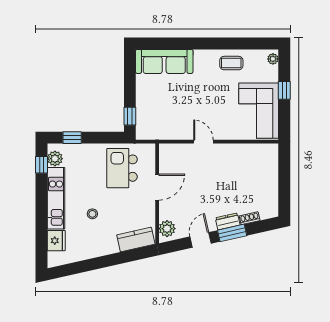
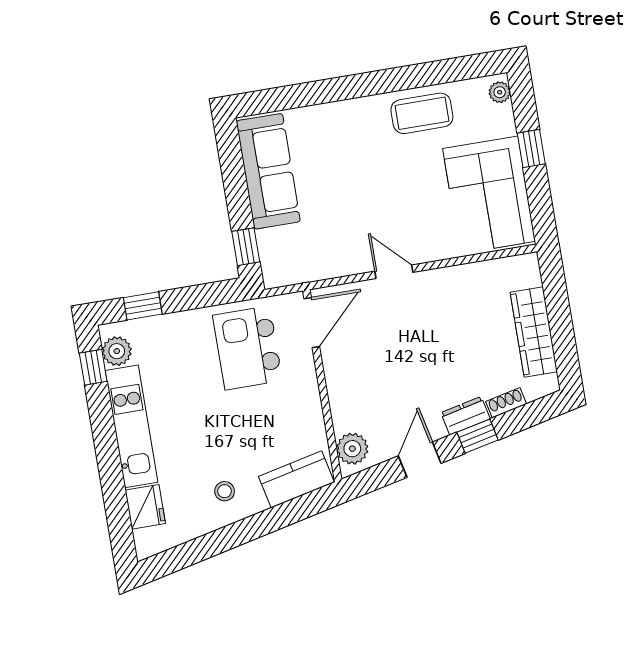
sofa: (164, 61) -> (268, 171), moved, turned -90
coffee table: (231, 63) -> (422, 113), width x1.36, depth x1.30
wardrobe: (270, 184) -> (534, 332), added
door: (157, 187) -> (312, 323), moved
stool: (92, 214) -> (225, 491), moved
window: (232, 233) -> (477, 436), width x0.67

